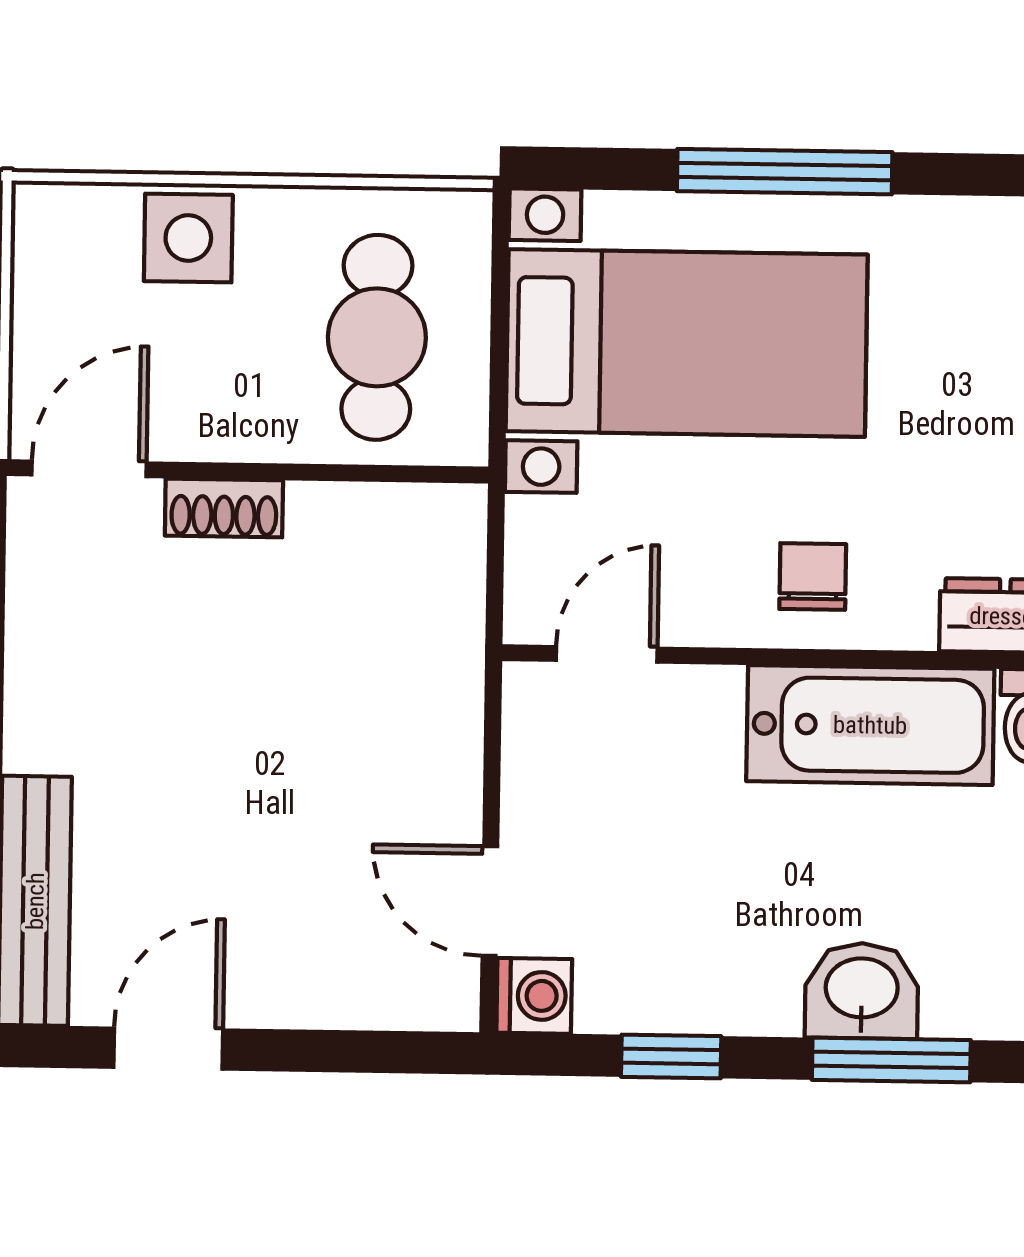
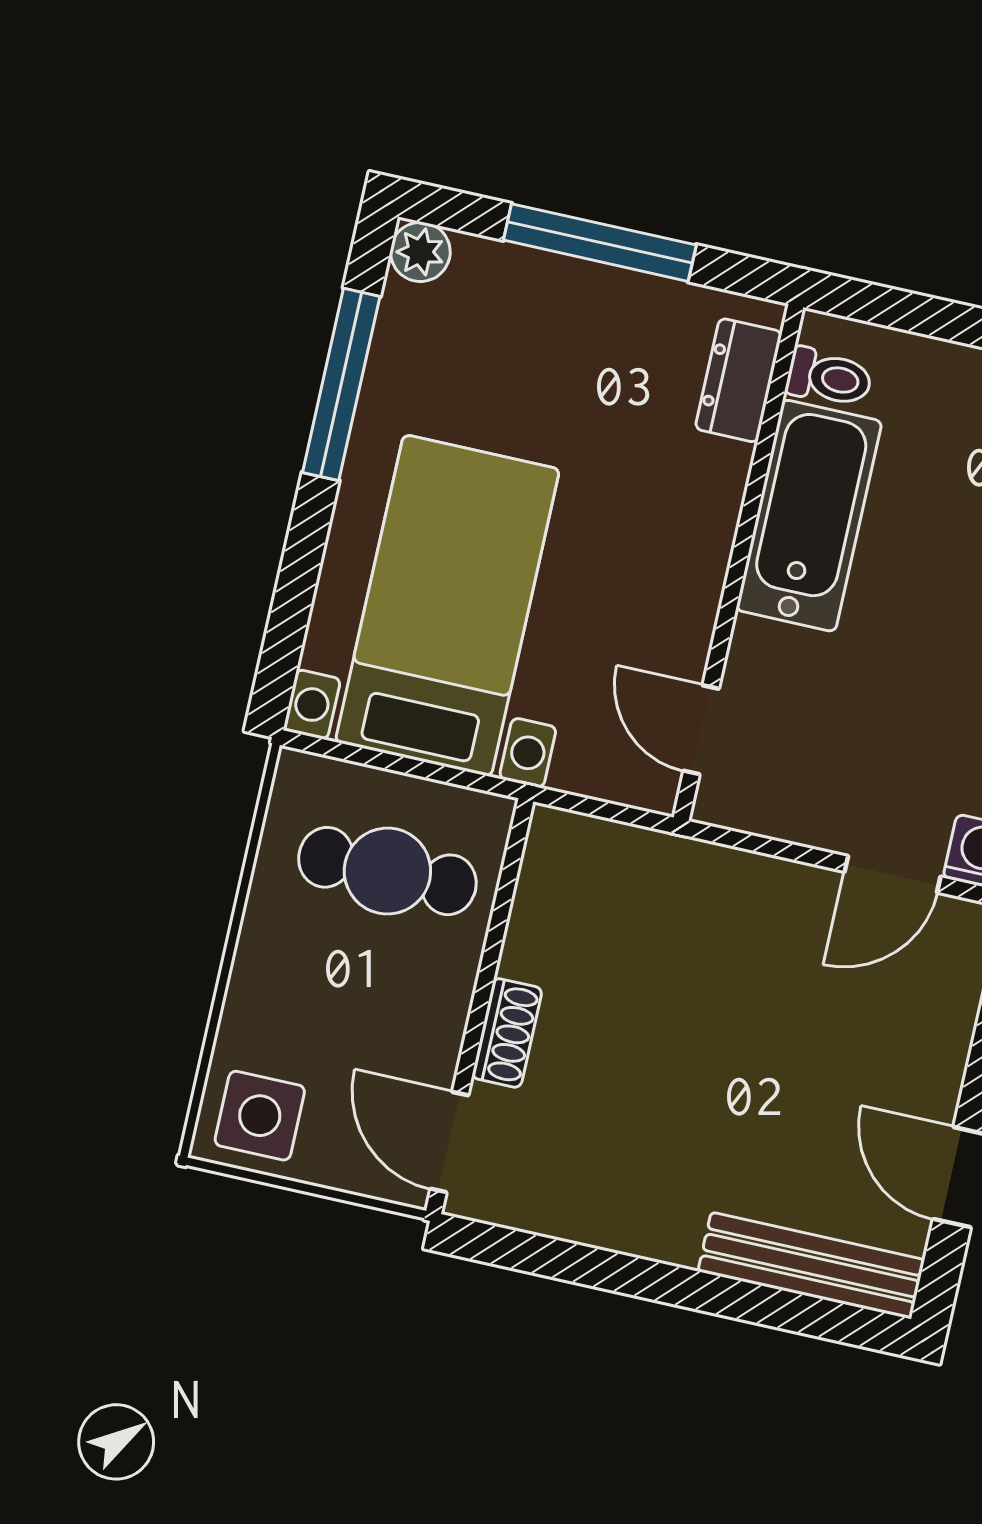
window: (785, 172) -> (341, 384), moved
side table: (188, 238) -> (260, 1116), moved
chair: (813, 577) -> (671, 539), removed

